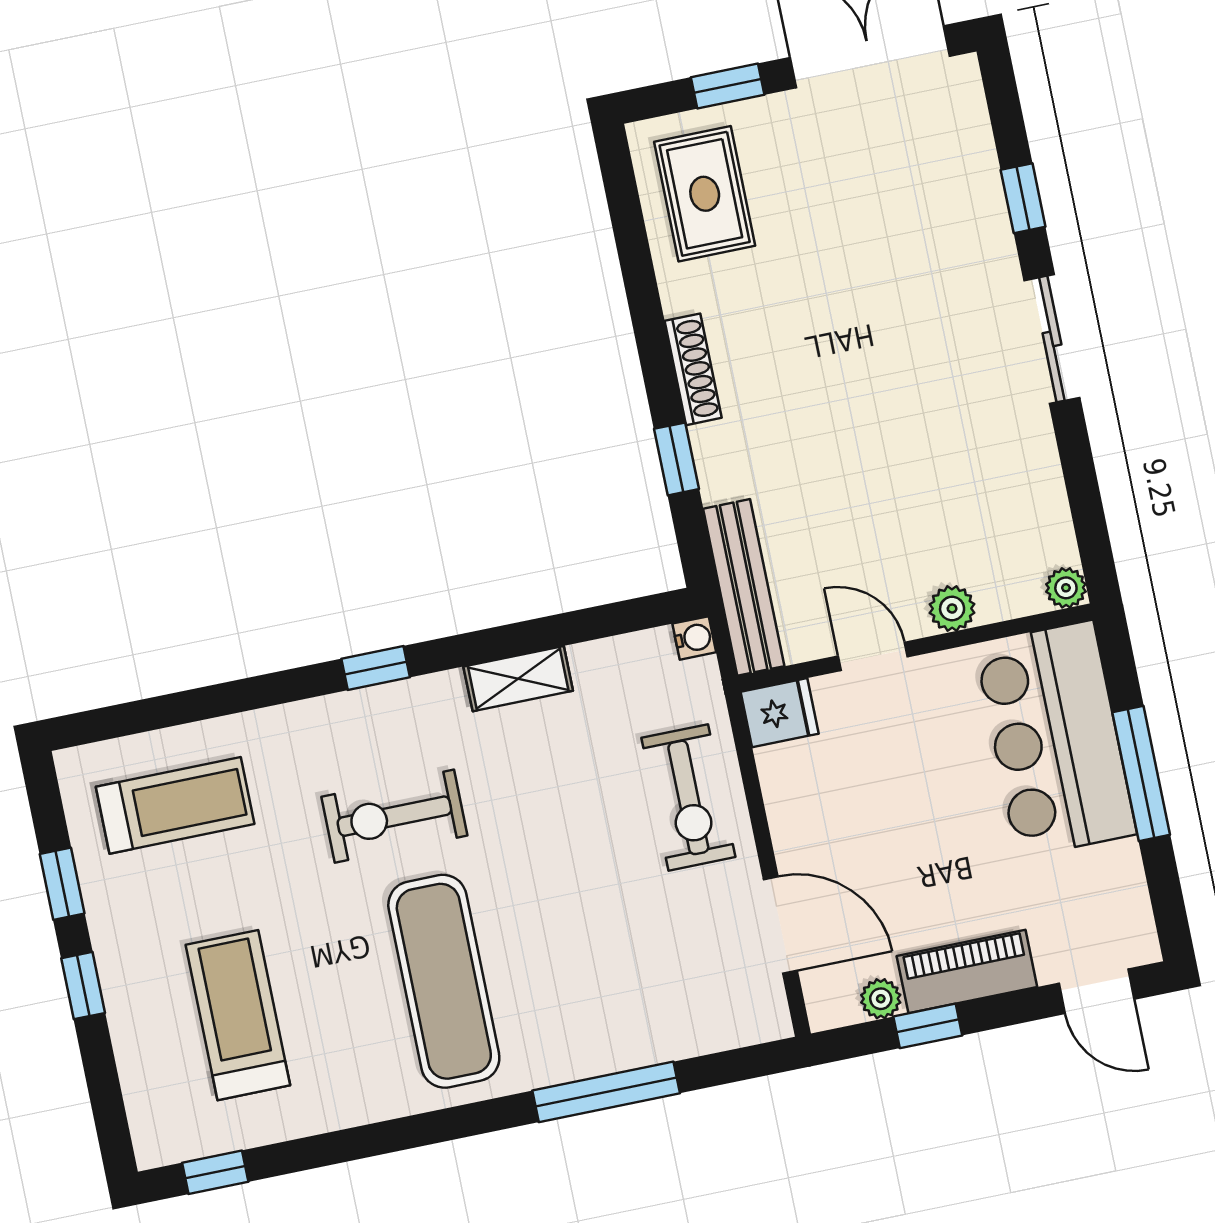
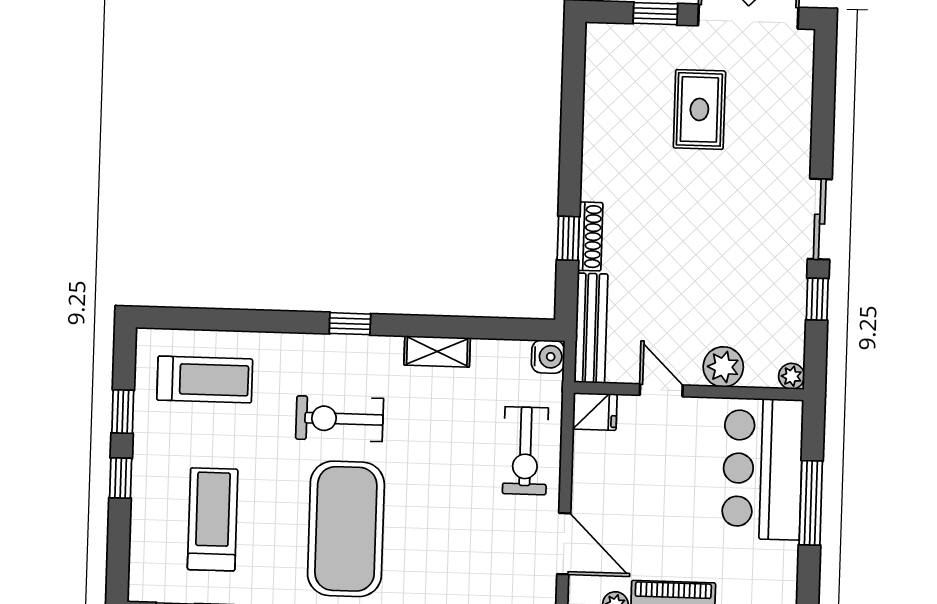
rug: (705, 194) -> (699, 109), moved
window: (1023, 198) -> (817, 299), moved
shoe rack: (693, 369) -> (590, 236), moved
plant: (952, 609) -> (723, 367), width x1.38, depth x1.38
water cooler: (694, 638) -> (548, 357), width x1.38, depth x1.38
exercise mat: (444, 981) -> (346, 529), width x1.47

